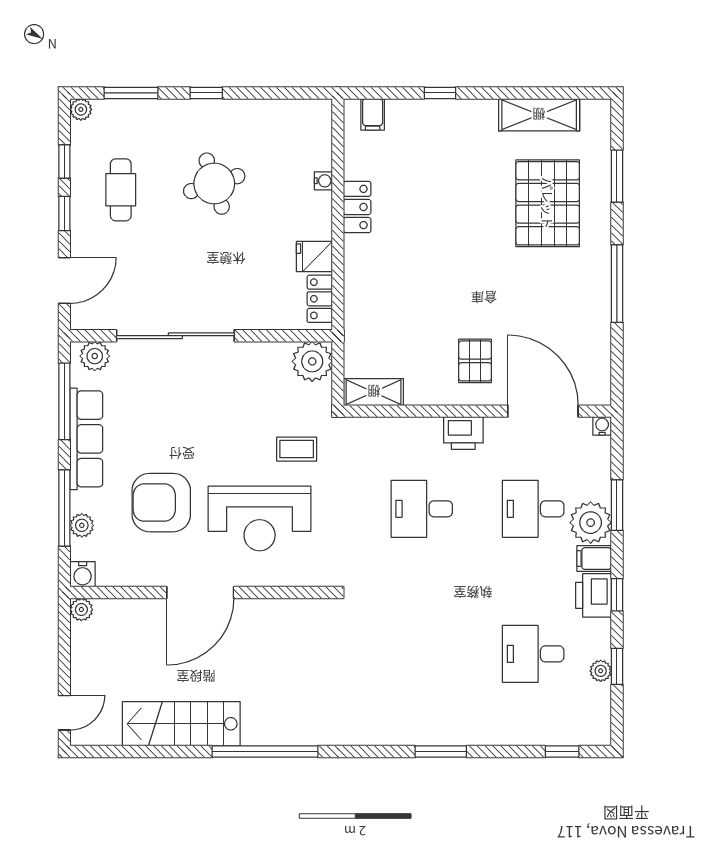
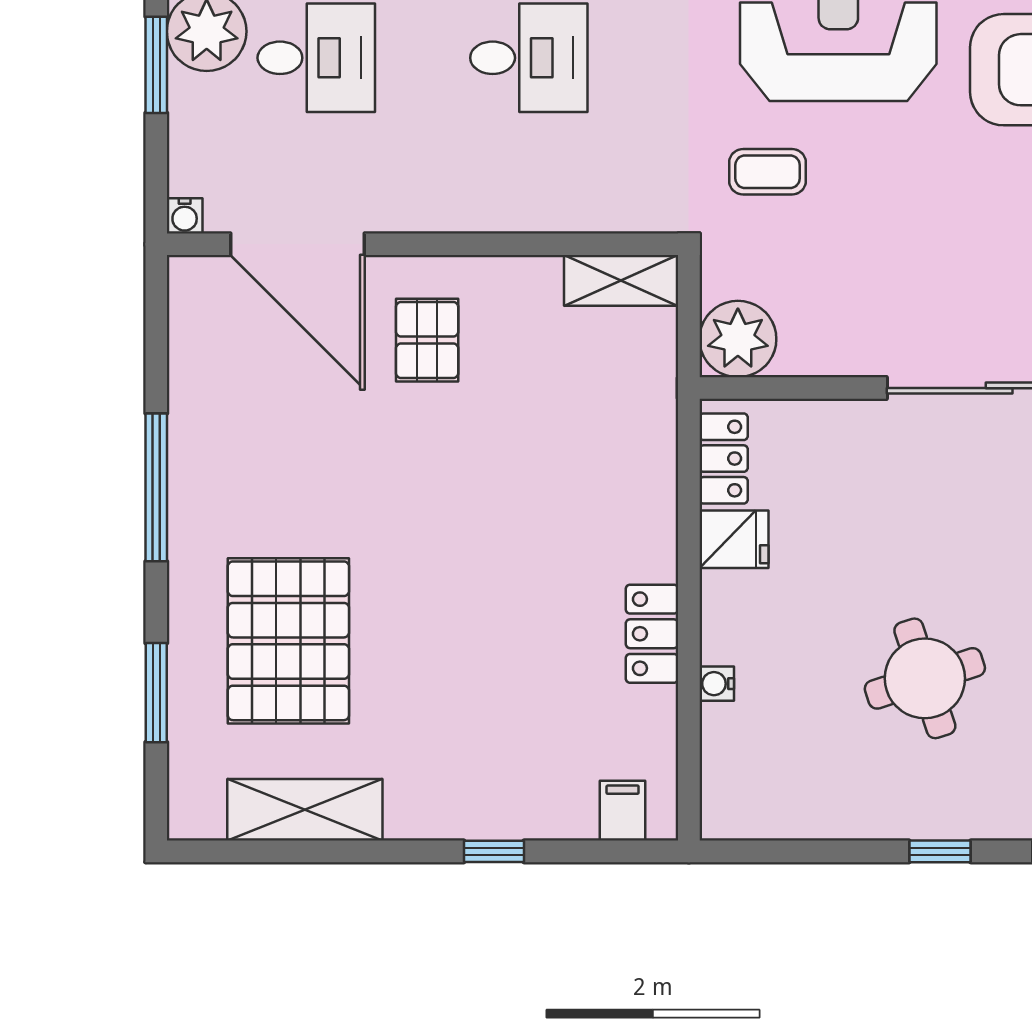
printer: (463, 433) -> (449, 202), removed

